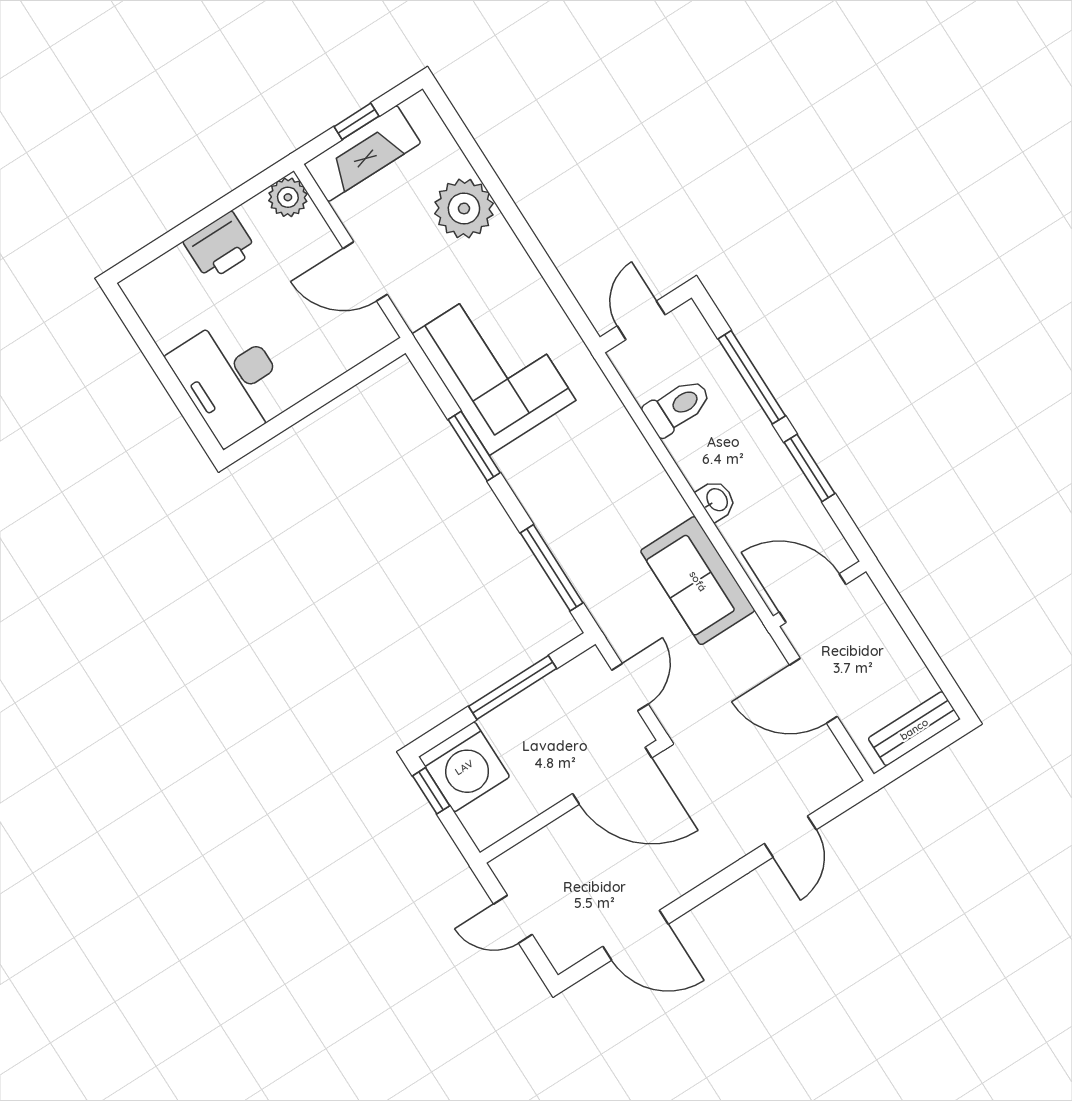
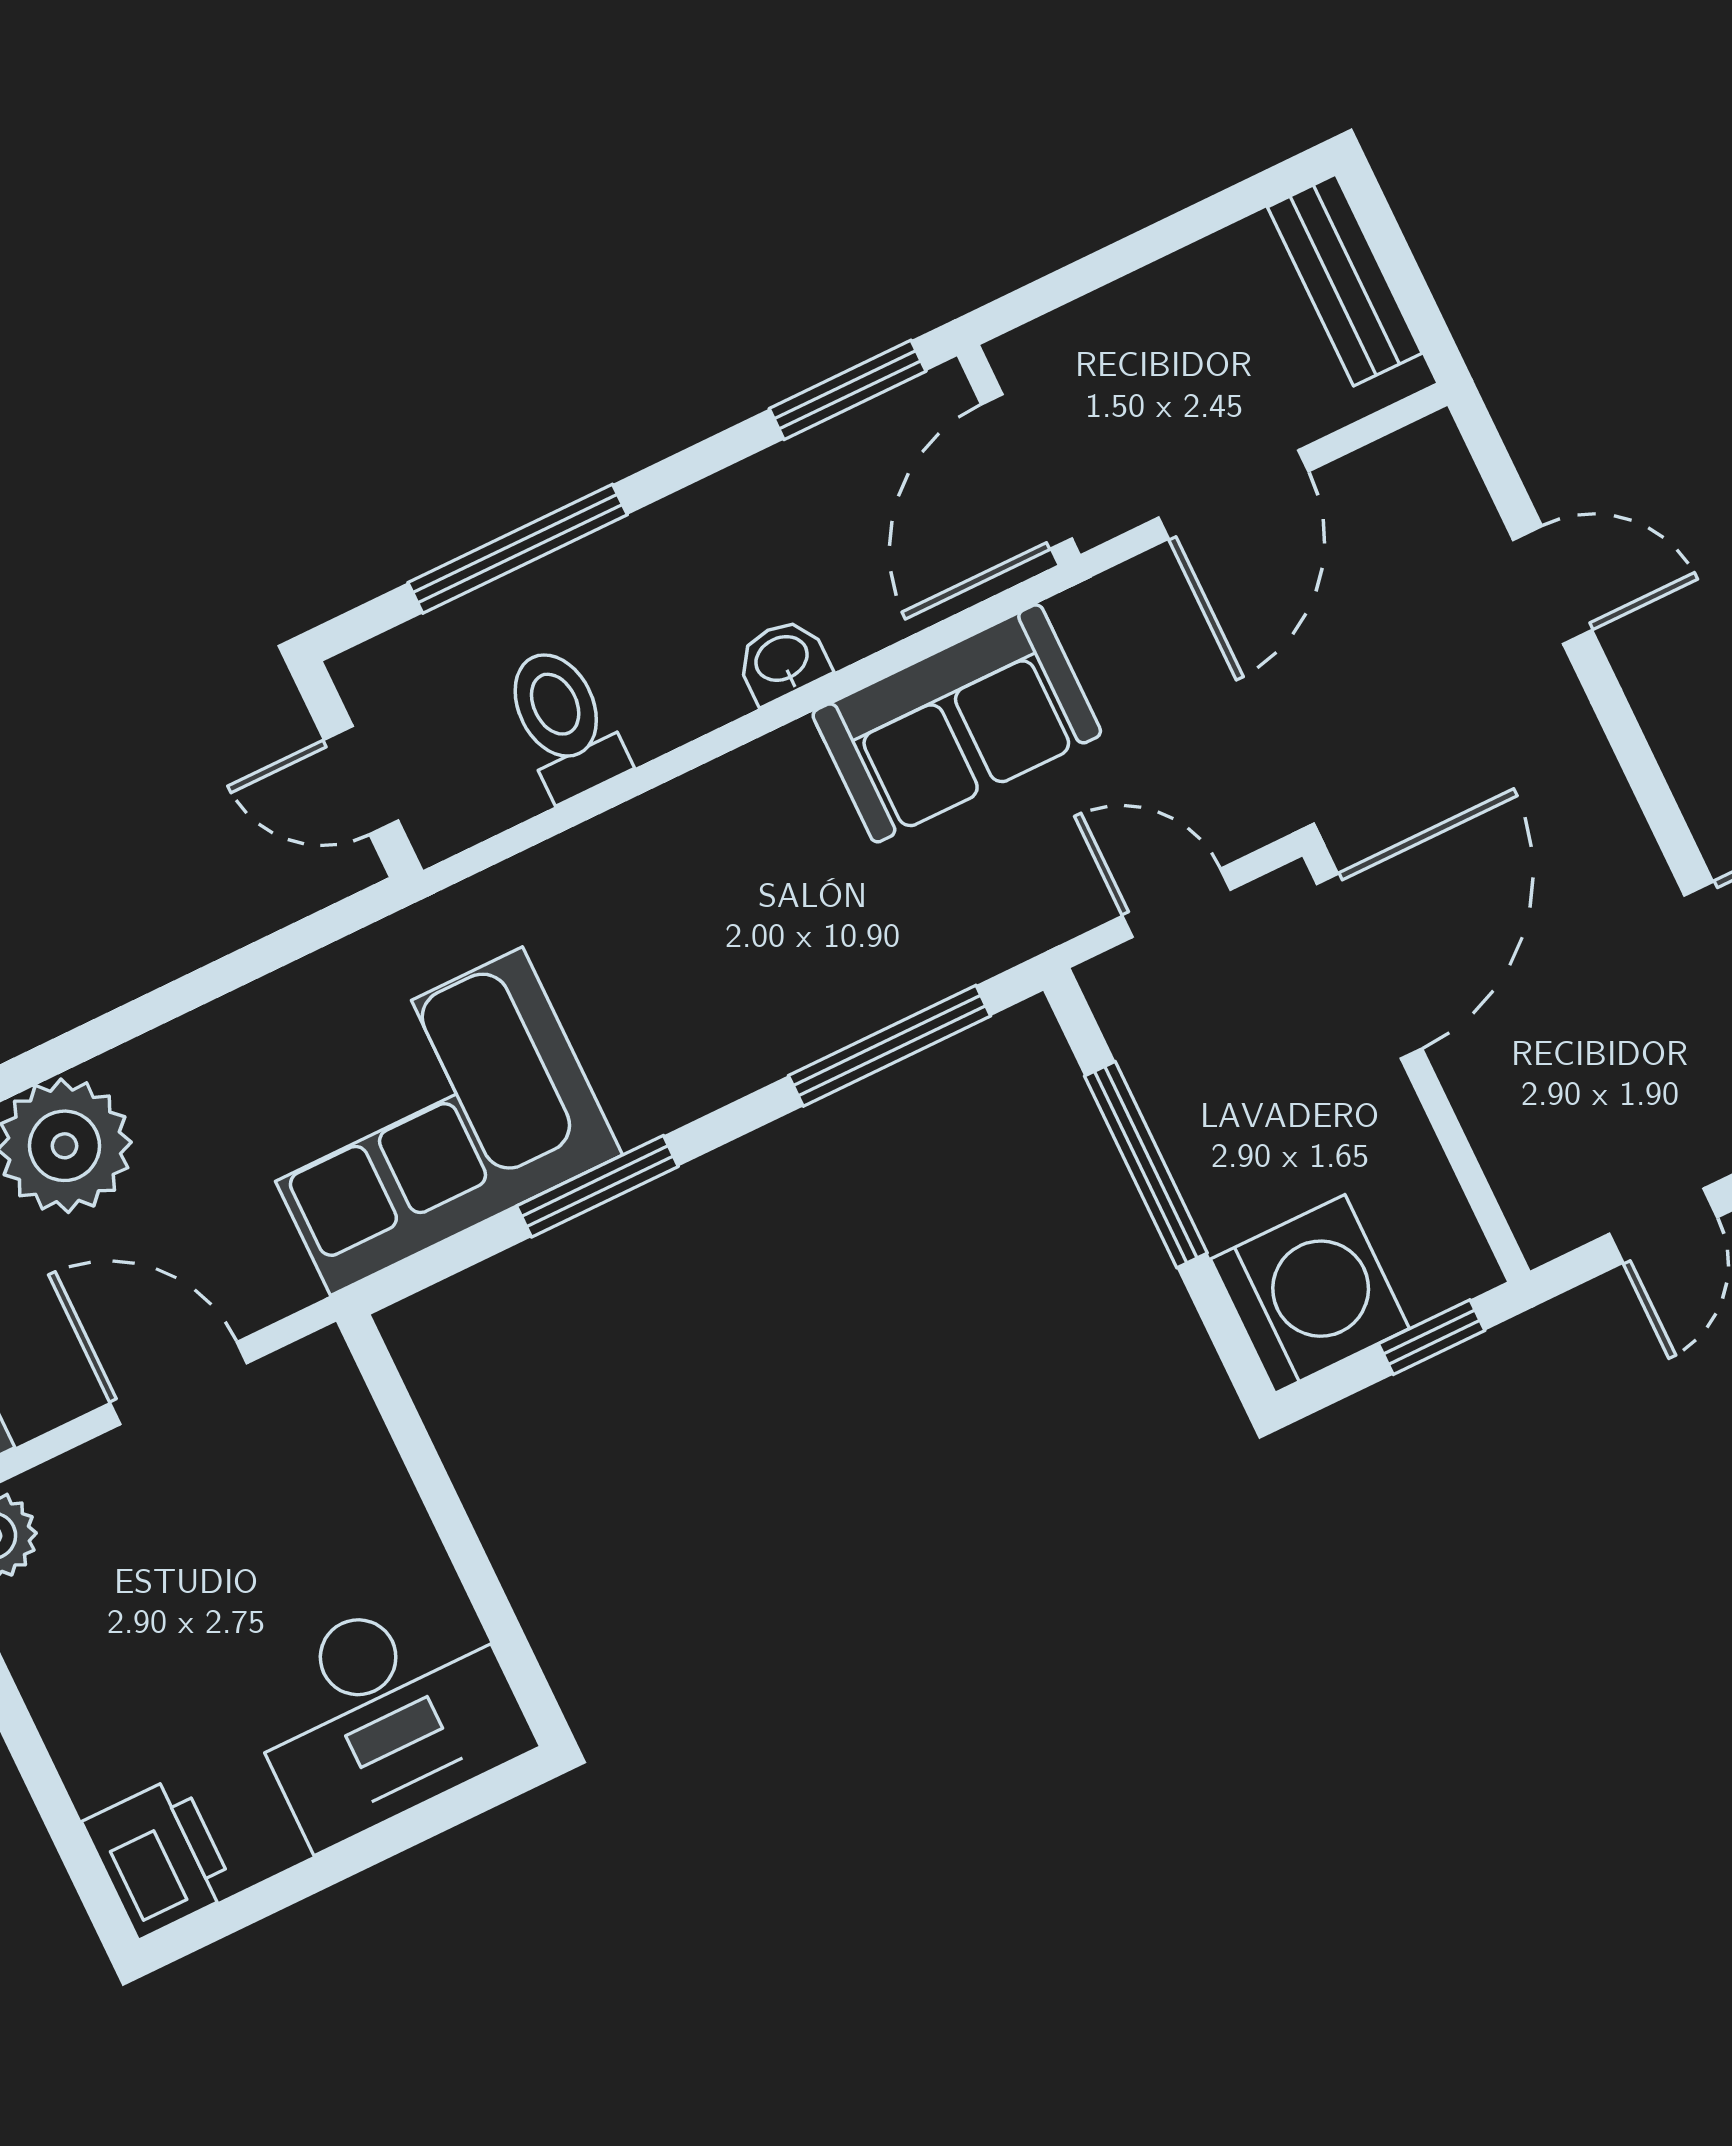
printer: (220, 246) -> (159, 1857), moved
door: (365, 271) -> (179, 1383), swing flipped
window: (810, 468) -> (848, 390), moved
window: (431, 791) -> (1432, 1337), moved

